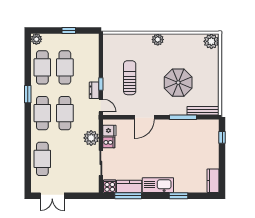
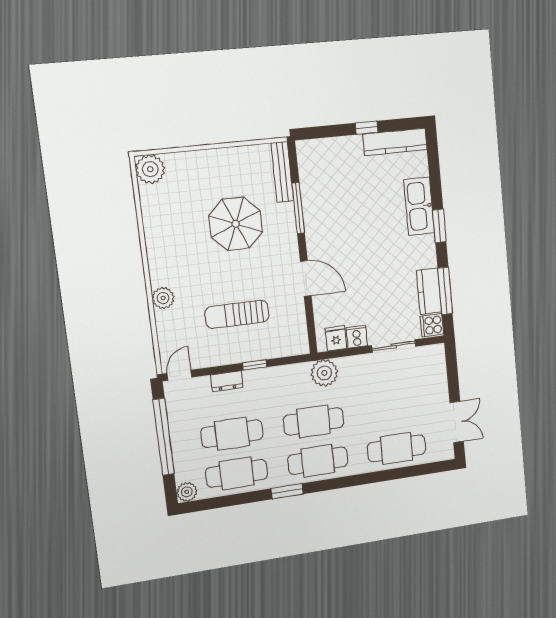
window: (69, 31) -> (164, 437), width x3.17
plant: (158, 40) -> (163, 298), moved
dresser: (94, 90) -> (227, 381), moved
door: (101, 106) -> (179, 375), moved
window: (222, 137) -> (367, 128), moved
plant: (91, 138) -> (324, 373), moved
kitchen counter: (213, 181) -> (395, 142), width x1.50
kitchen sink: (158, 185) -> (419, 206), moved
window: (178, 196) -> (439, 226), moved

